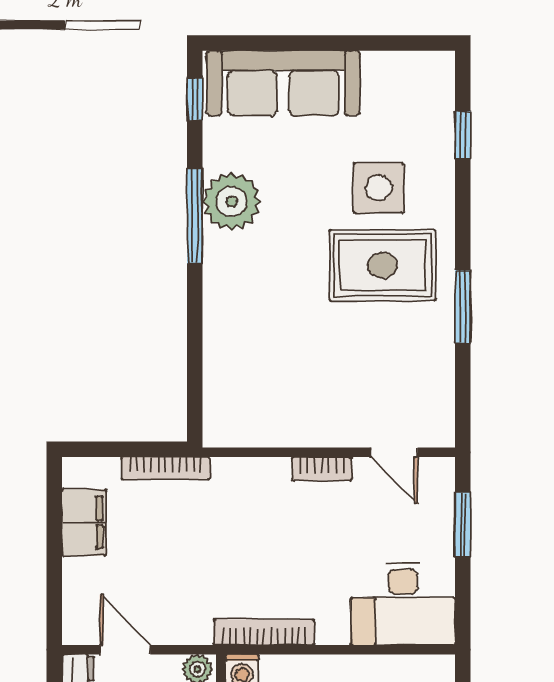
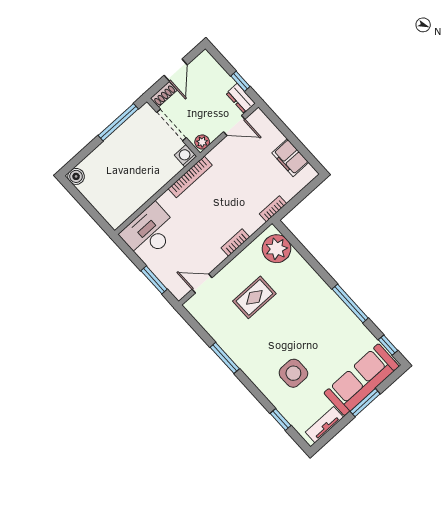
window: (310, 43) -> (365, 403), added
tv unit: (403, 66) -> (324, 425), added
plant: (232, 202) -> (277, 249), moved
rug: (383, 265) -> (254, 297), moved, width x0.73, depth x0.70
bookcase: (165, 468) -> (273, 209), width x0.64
bookcase: (322, 469) -> (235, 243), moved

